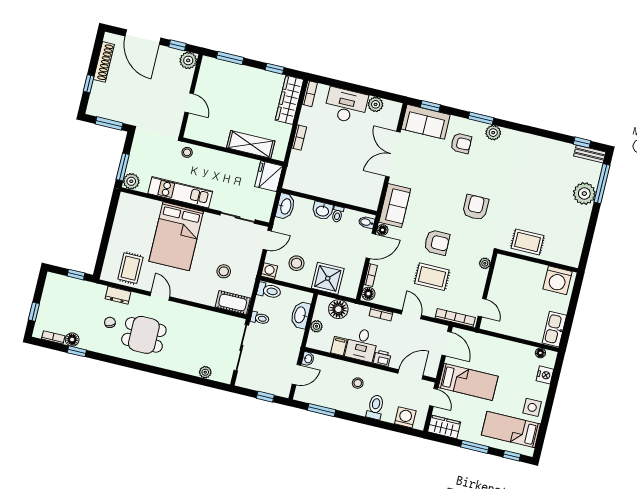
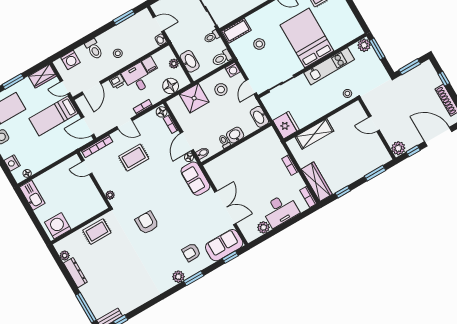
plant: (584, 194) -> (65, 256), moved, width x0.53, depth x0.53
armchair: (475, 207) -> (147, 223), turned 180
dresser: (581, 224) -> (75, 273), added
armchair: (437, 242) -> (150, 180), removed
door: (296, 375) -> (159, 24), swing flipped

